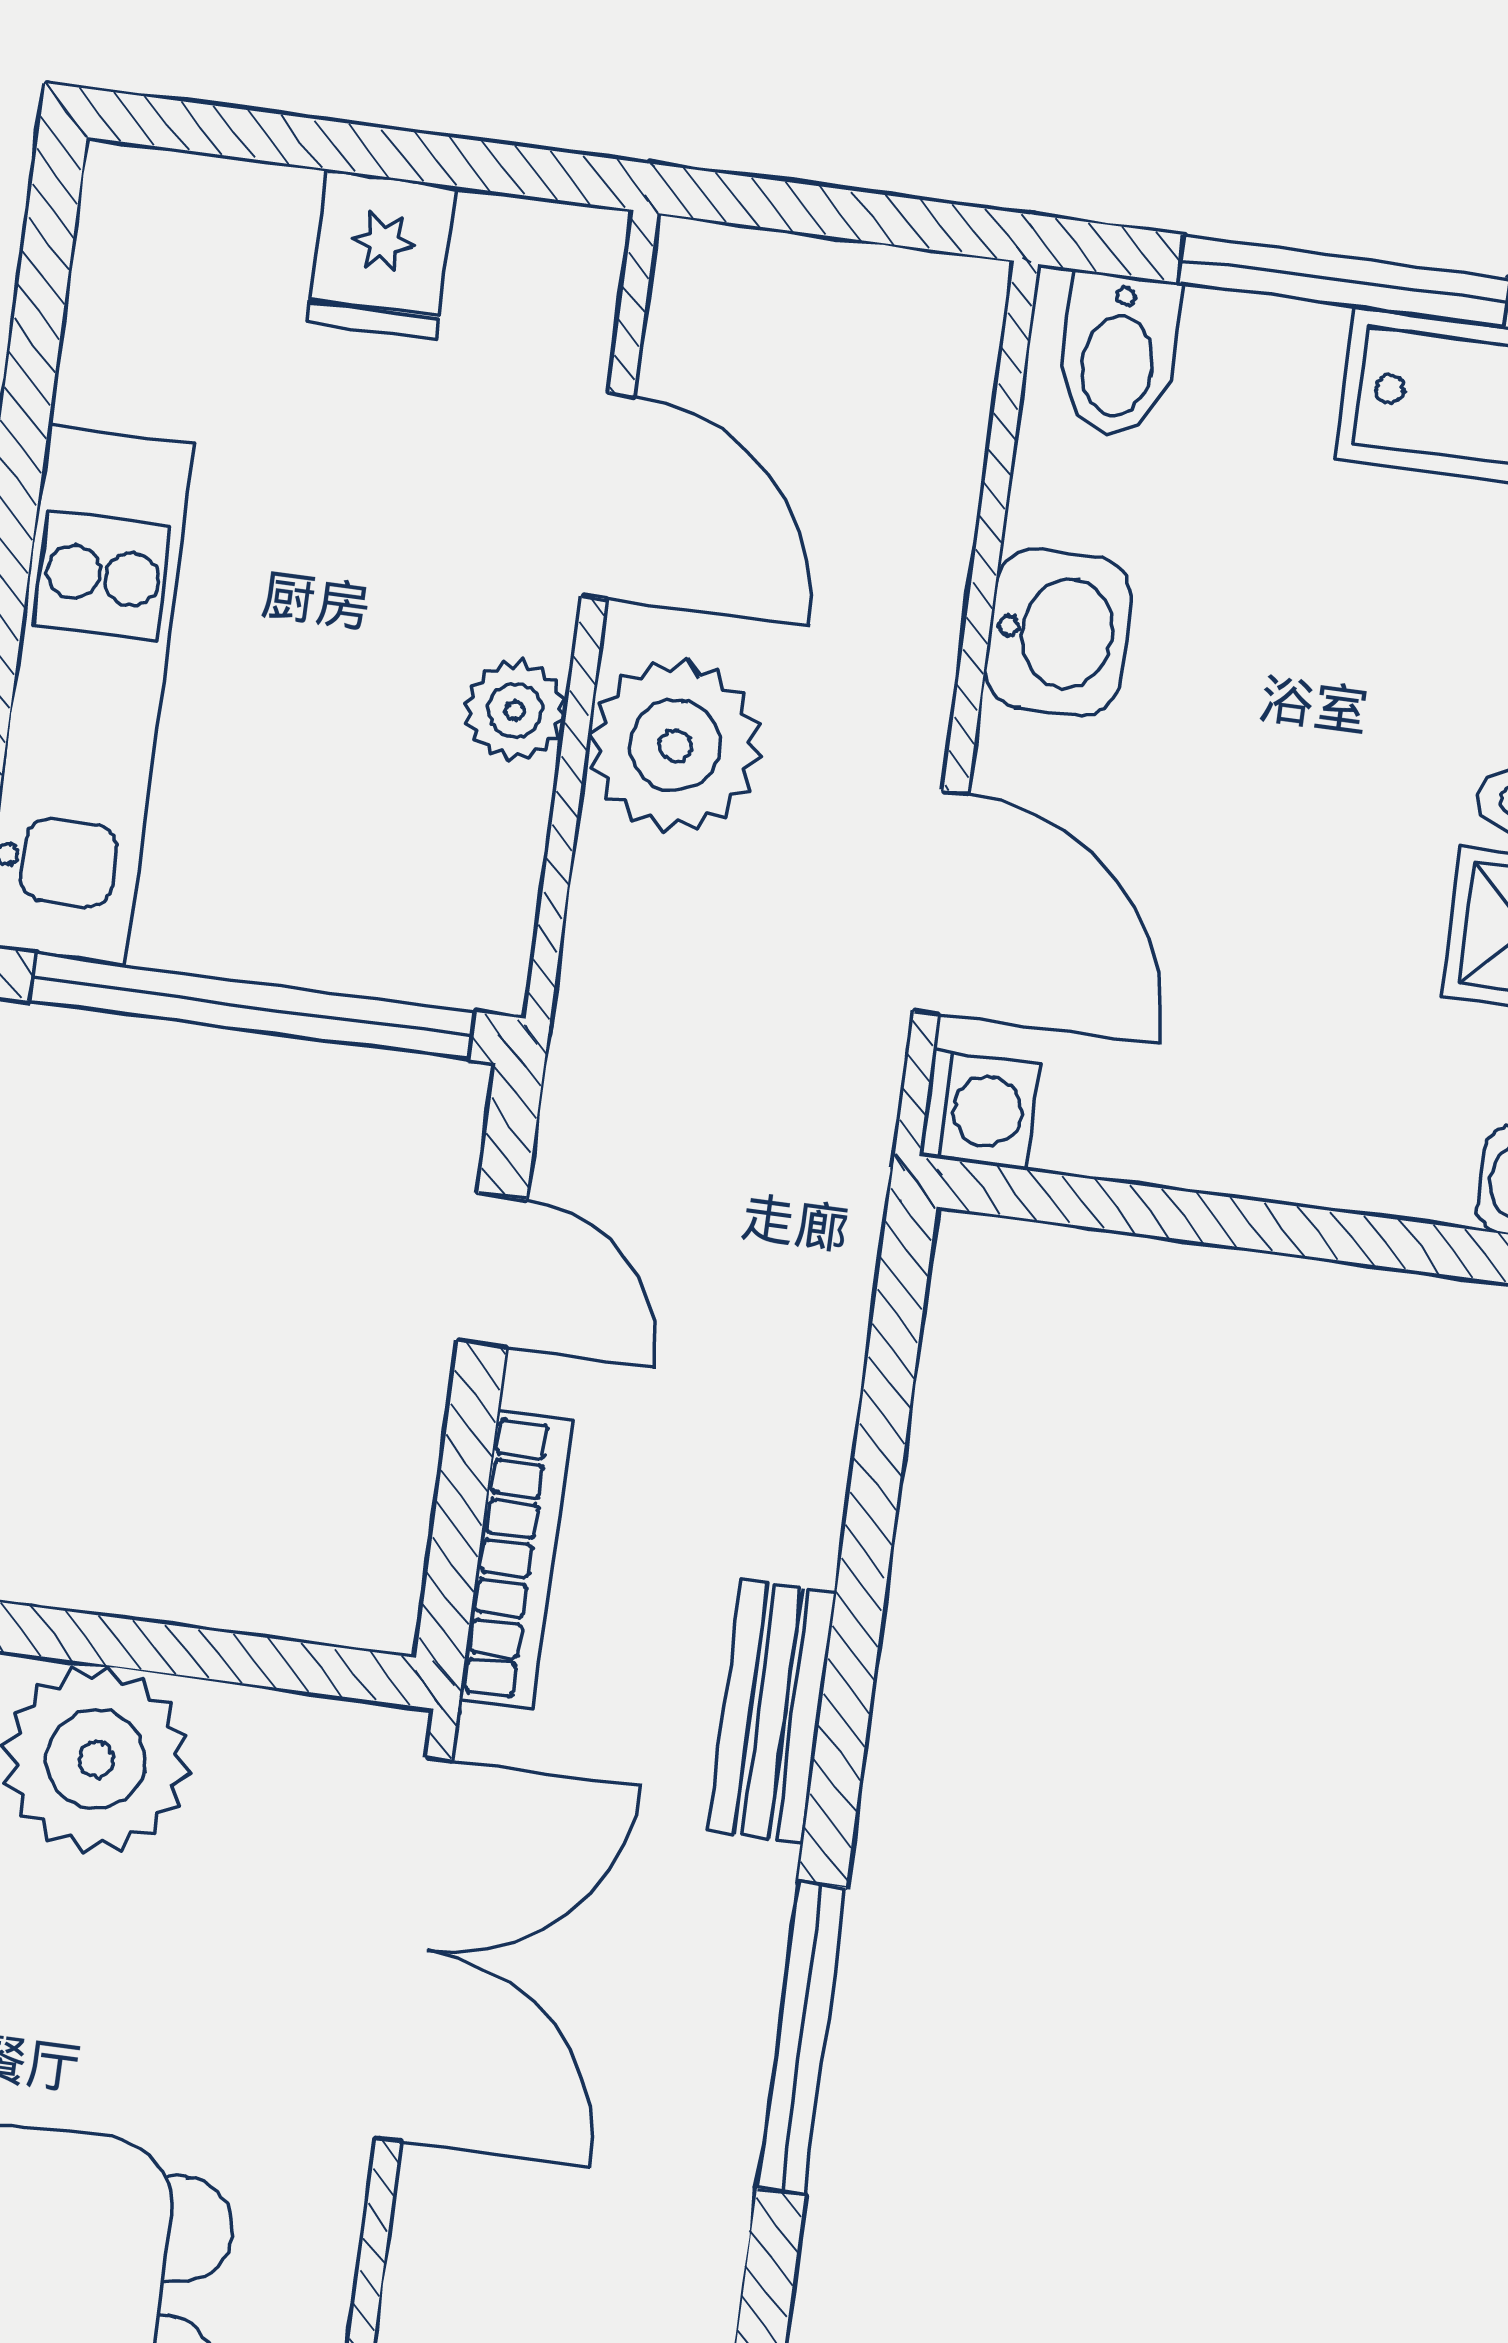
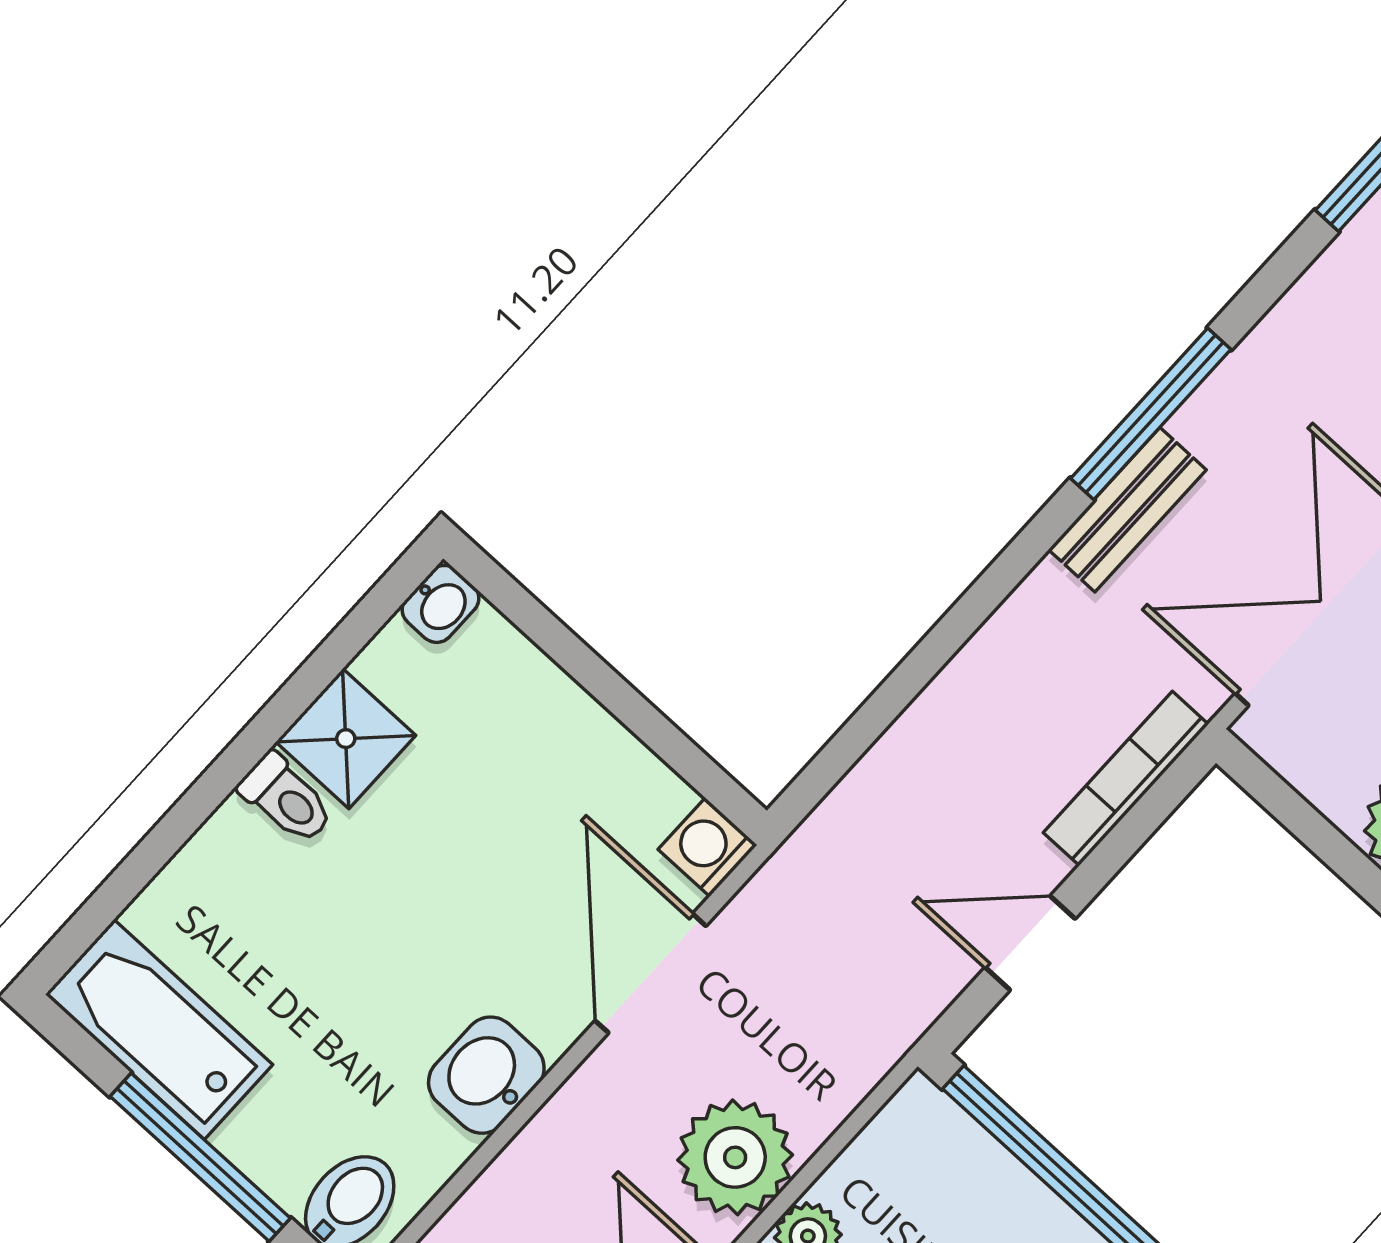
door: (492, 1270) -> (1030, 943), hinge flipped
bench: (772, 1711) -> (1127, 510), moved

